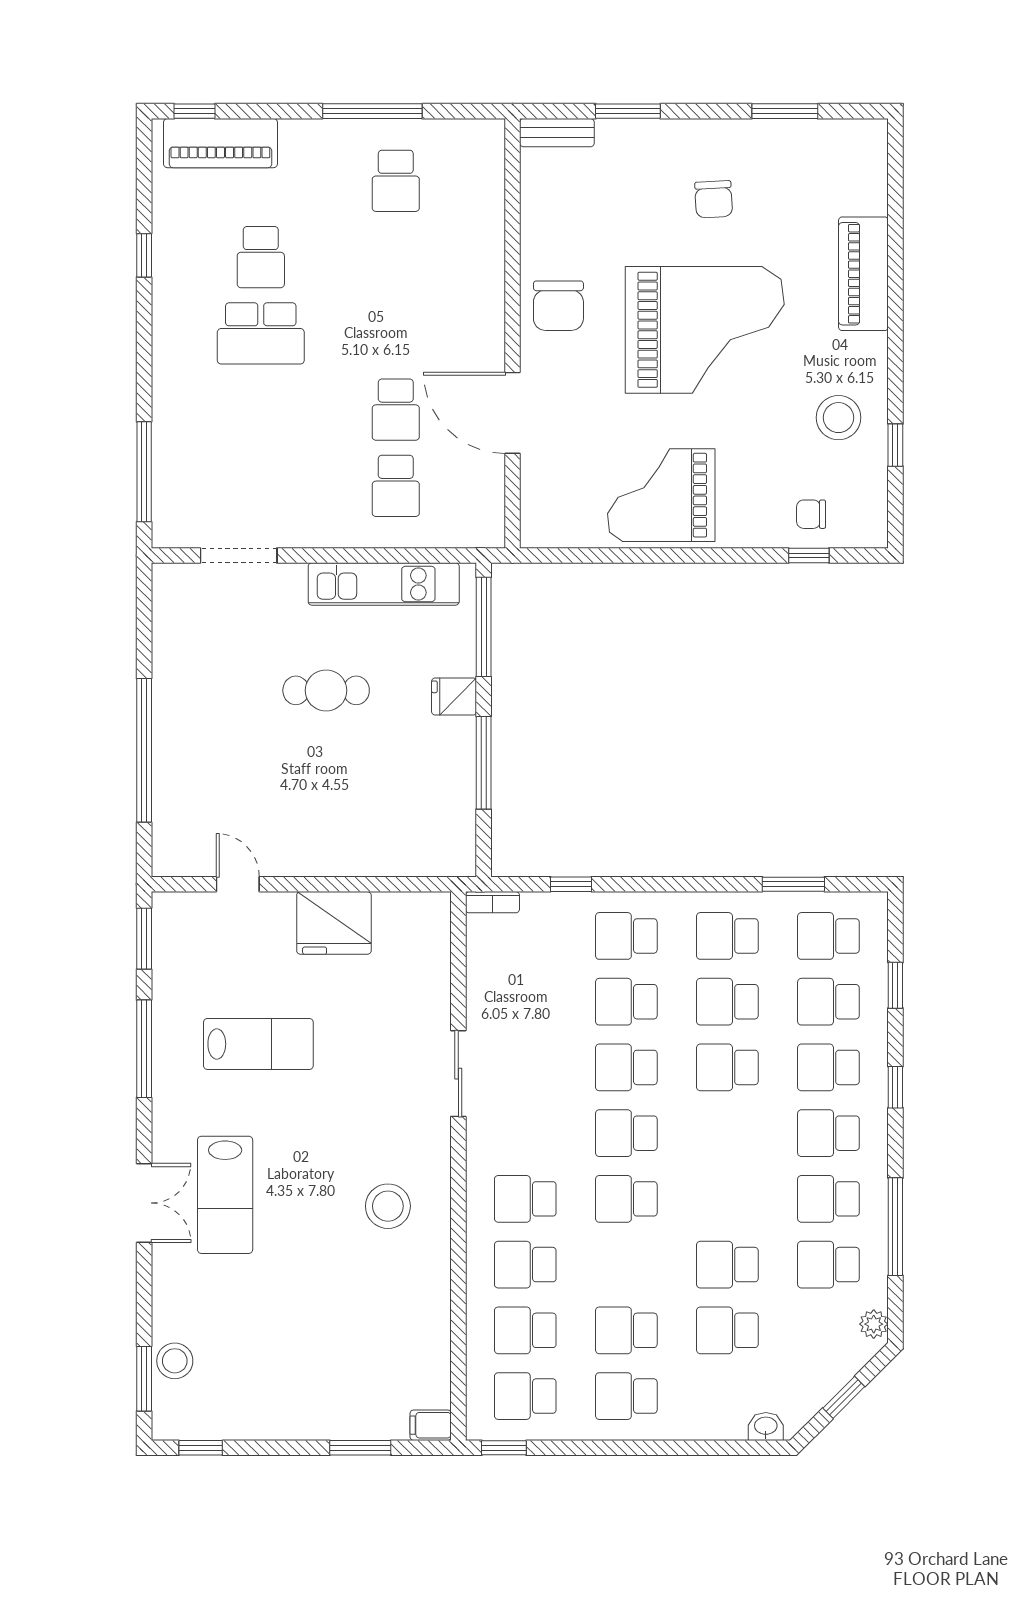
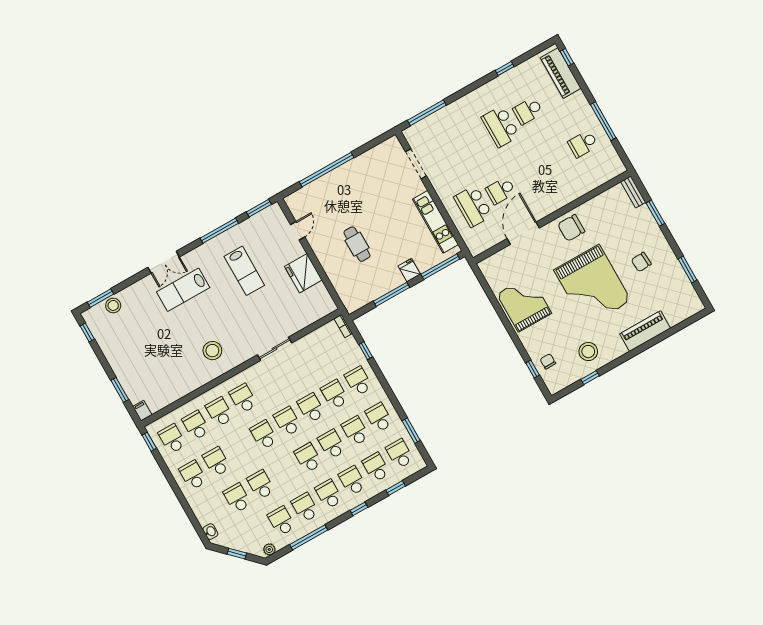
school desk: (396, 486) -> (473, 206), width x1.85
cafe table: (326, 690) -> (357, 244), moved
school desk: (727, 1133) -> (308, 458), added

